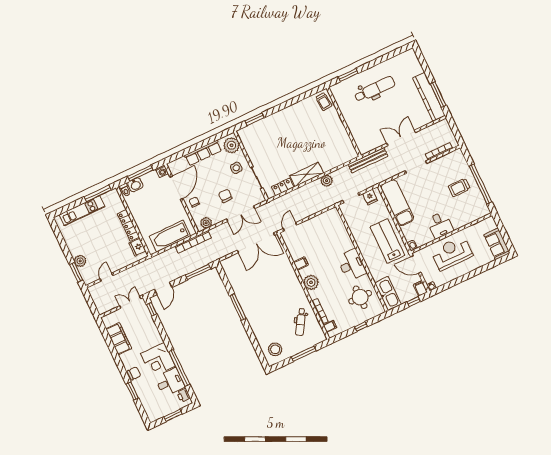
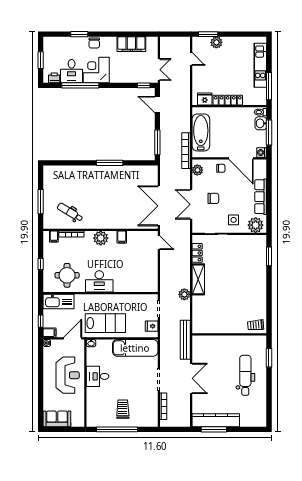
dental chair: (375, 89) -> (245, 375), turned 180
stool: (275, 349) -> (56, 178), removed

